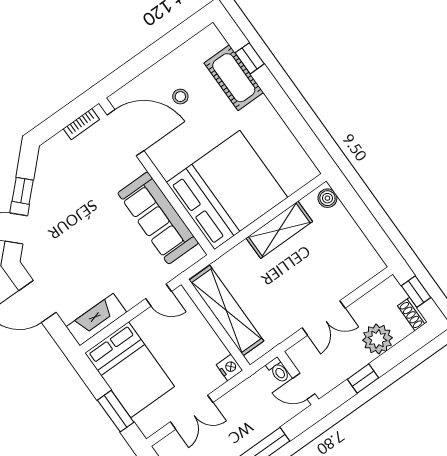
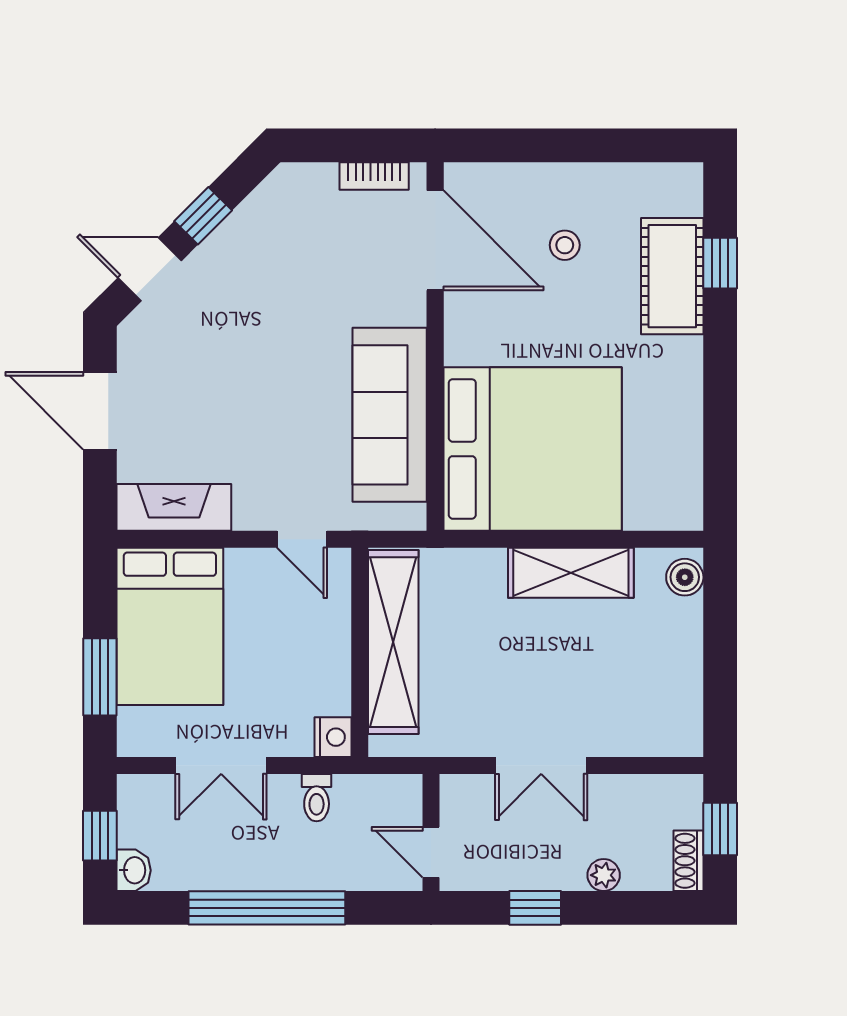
plant: (377, 339) -> (604, 875), width x0.53, depth x0.53
toilet: (278, 370) -> (317, 798), moved

